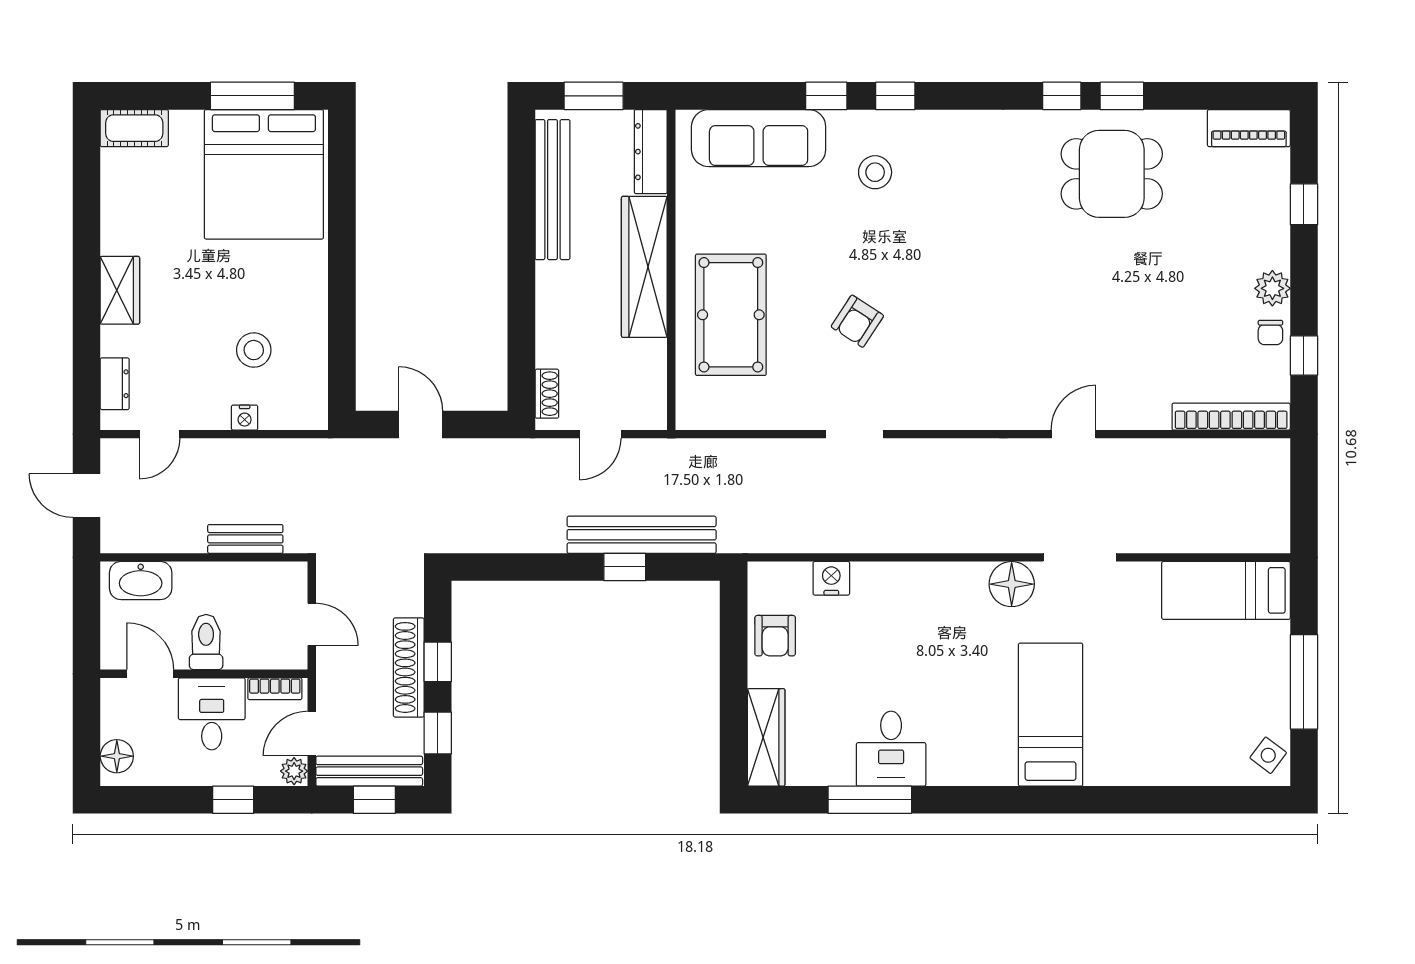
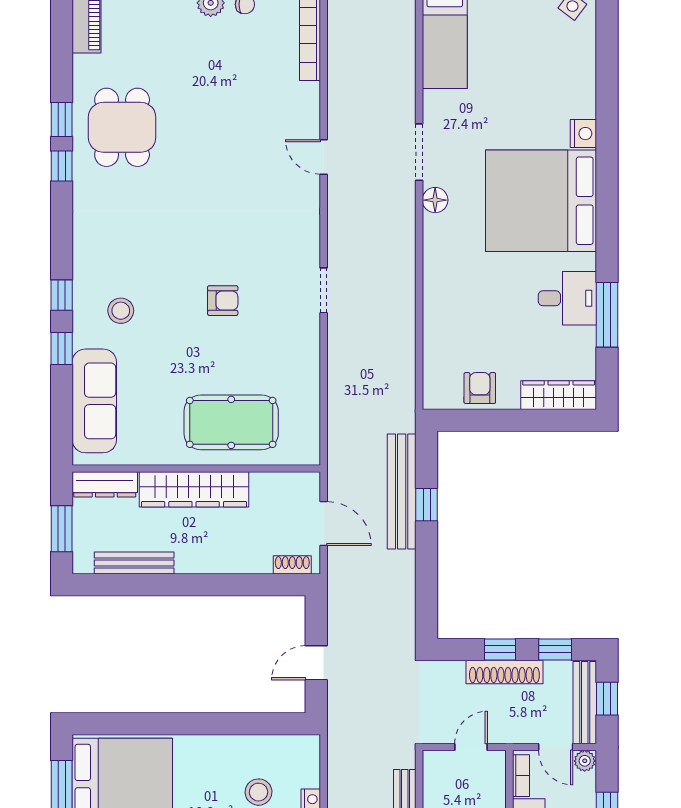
bench: (552, 190) -> (134, 563), width x0.73, depth x0.82
armchair: (857, 321) -> (223, 301), moved, turned -33
door: (600, 434) -> (324, 524), width x1.38
doorway: (854, 434) -> (324, 290), moved
nightstand: (831, 578) -> (583, 134), moved, turned 180
floor lamp: (1012, 584) -> (435, 200), width x0.73, depth x0.73
armchair: (775, 636) -> (480, 388), turned -90
bed: (1051, 715) -> (541, 201), width x2.04

